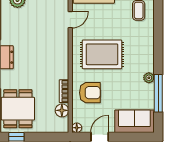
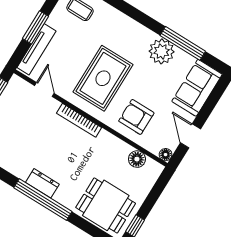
plant: (149, 78) -> (162, 51), width x1.88, depth x1.88
bookcase: (64, 91) -> (79, 120), moved, width x1.56
armchair: (90, 93) -> (136, 117), turned -90

